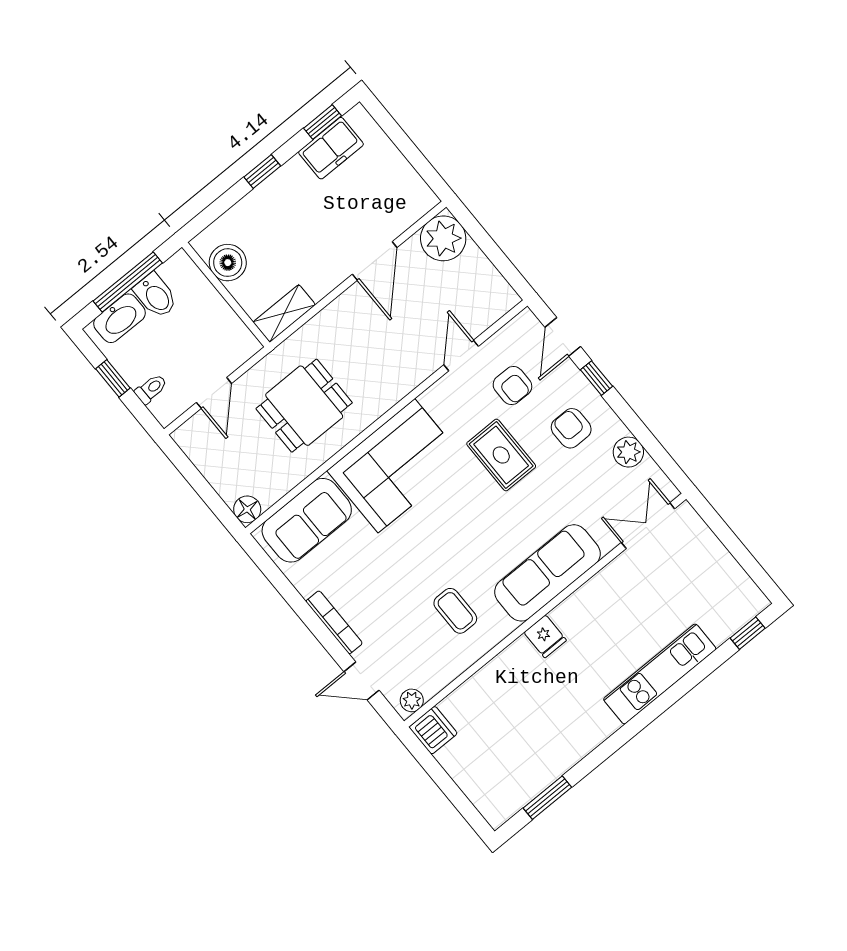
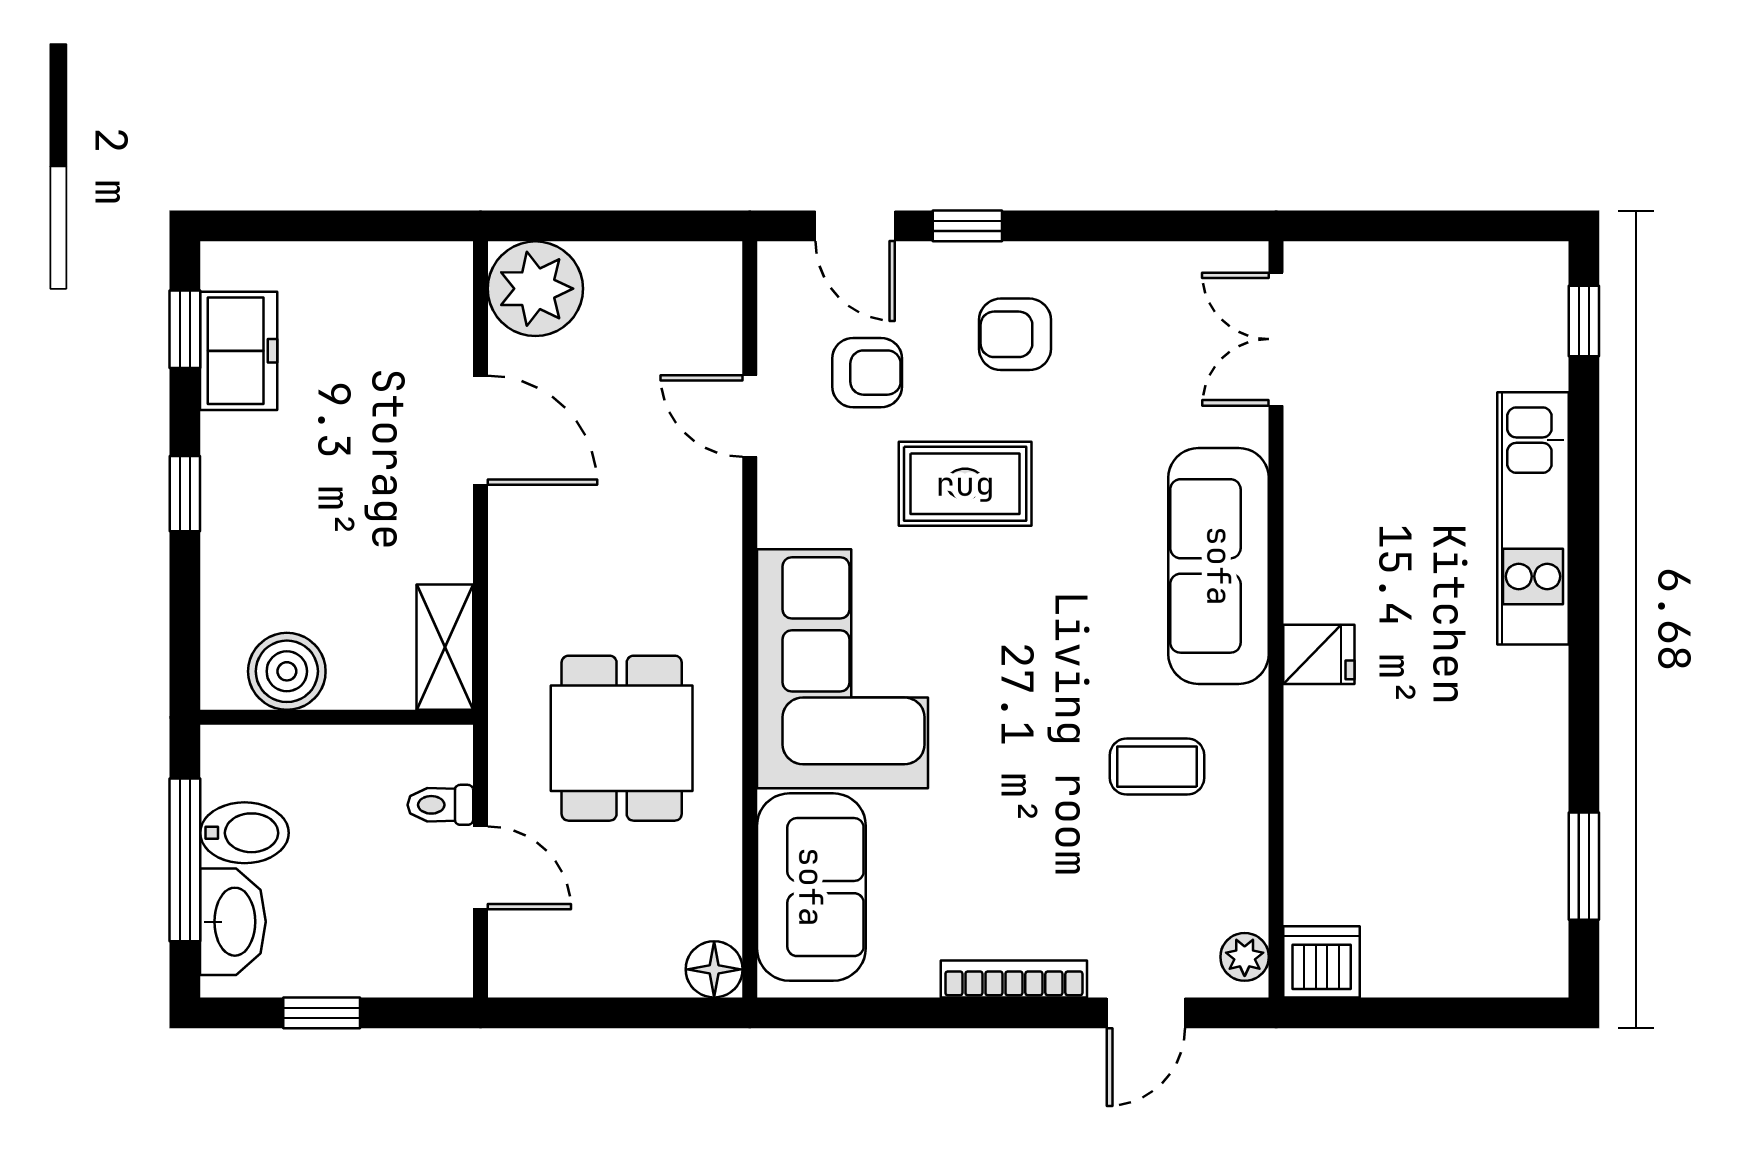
toilet: (151, 389) -> (440, 805), moved, turned -90
plant: (628, 452) -> (1130, 273), removed

